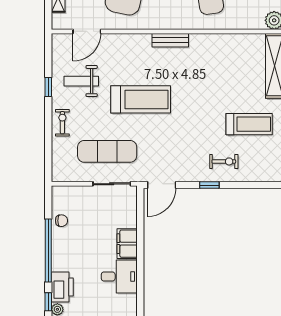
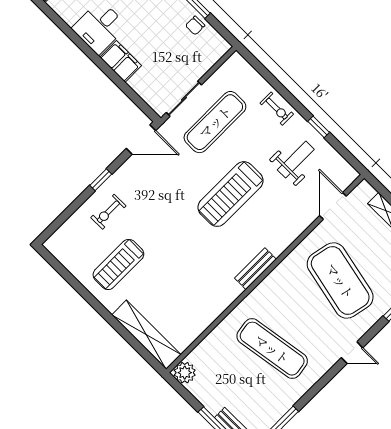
door: (162, 185) -> (141, 140), swing flipped

